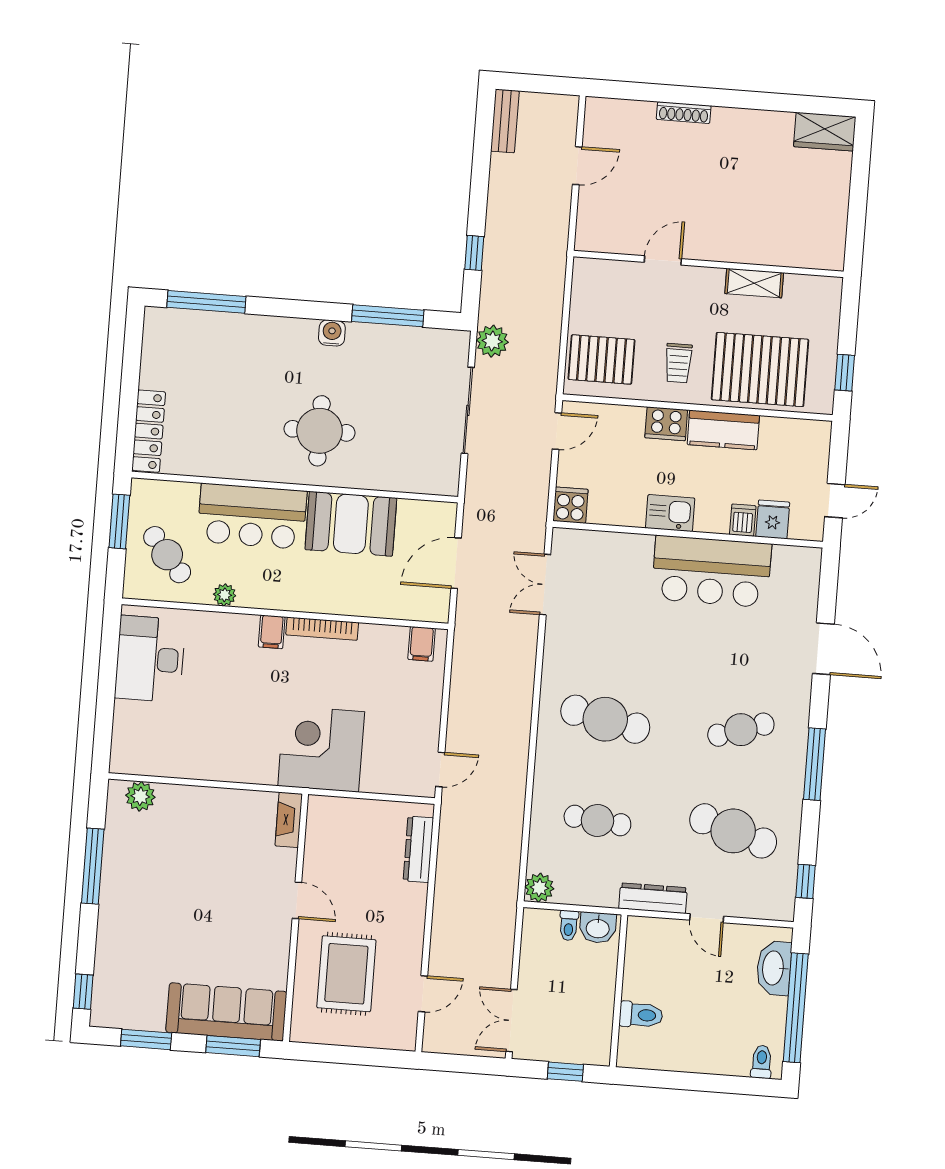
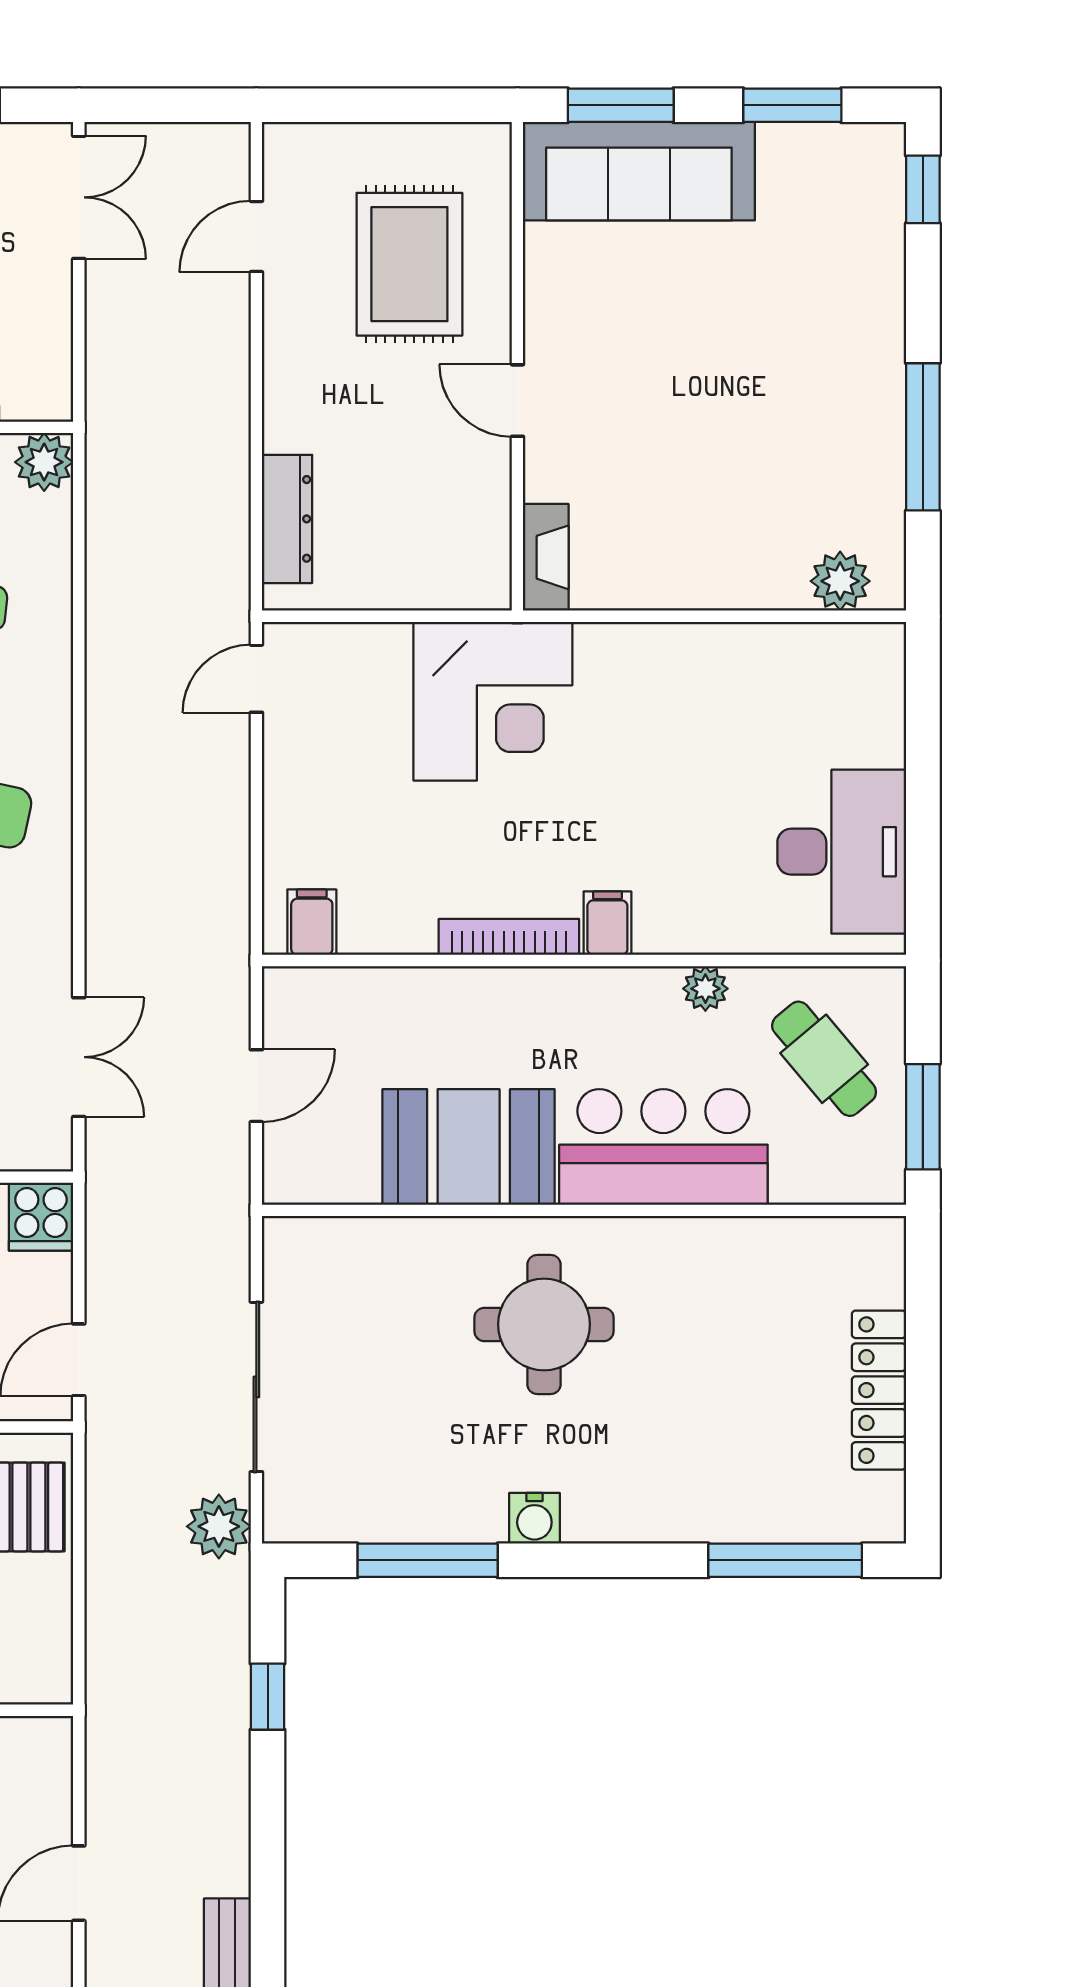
locker: (149, 431) -> (879, 1390), moved
door: (456, 563) -> (256, 1086), width x0.73

